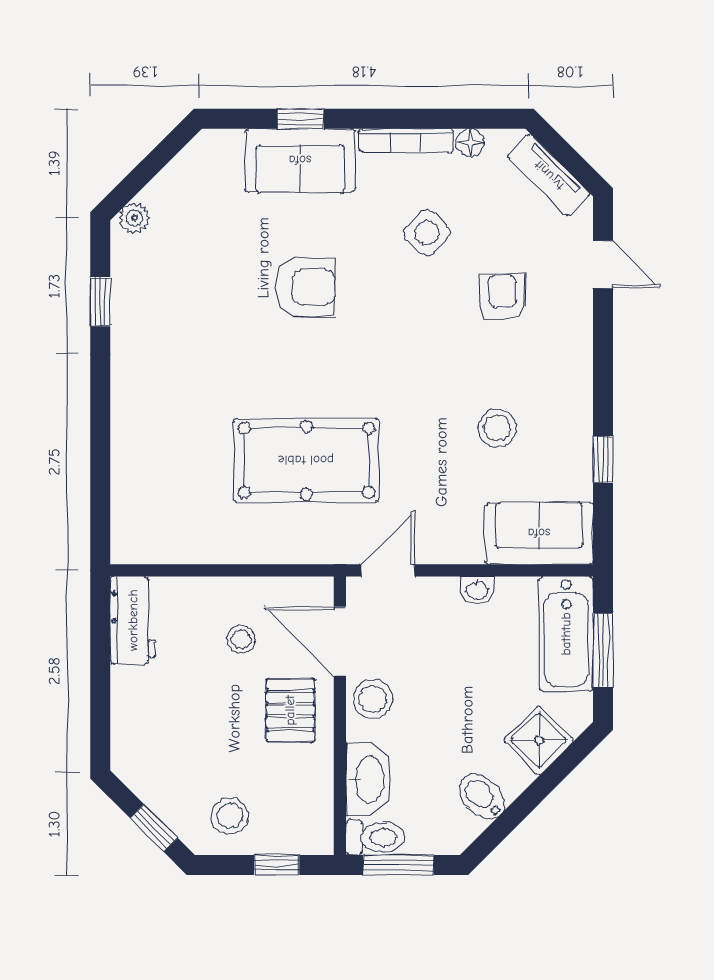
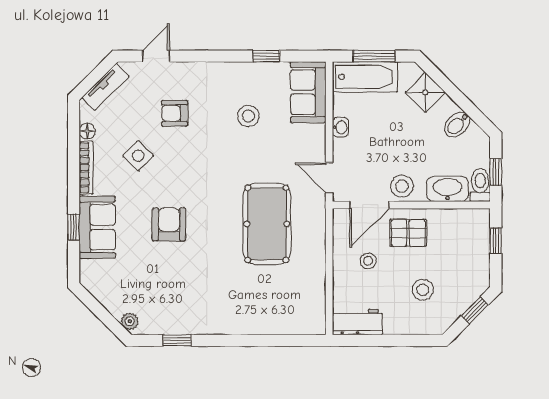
stool: (230, 816) -> (423, 290), moved
window: (398, 865) -> (496, 172), width x0.67

